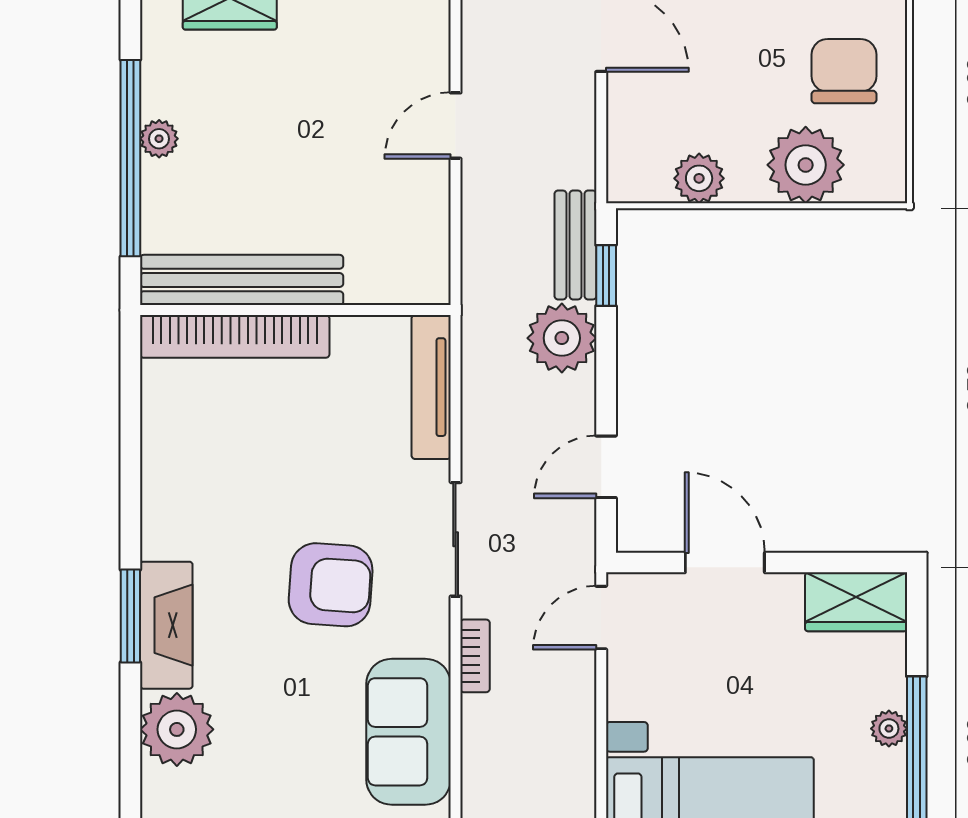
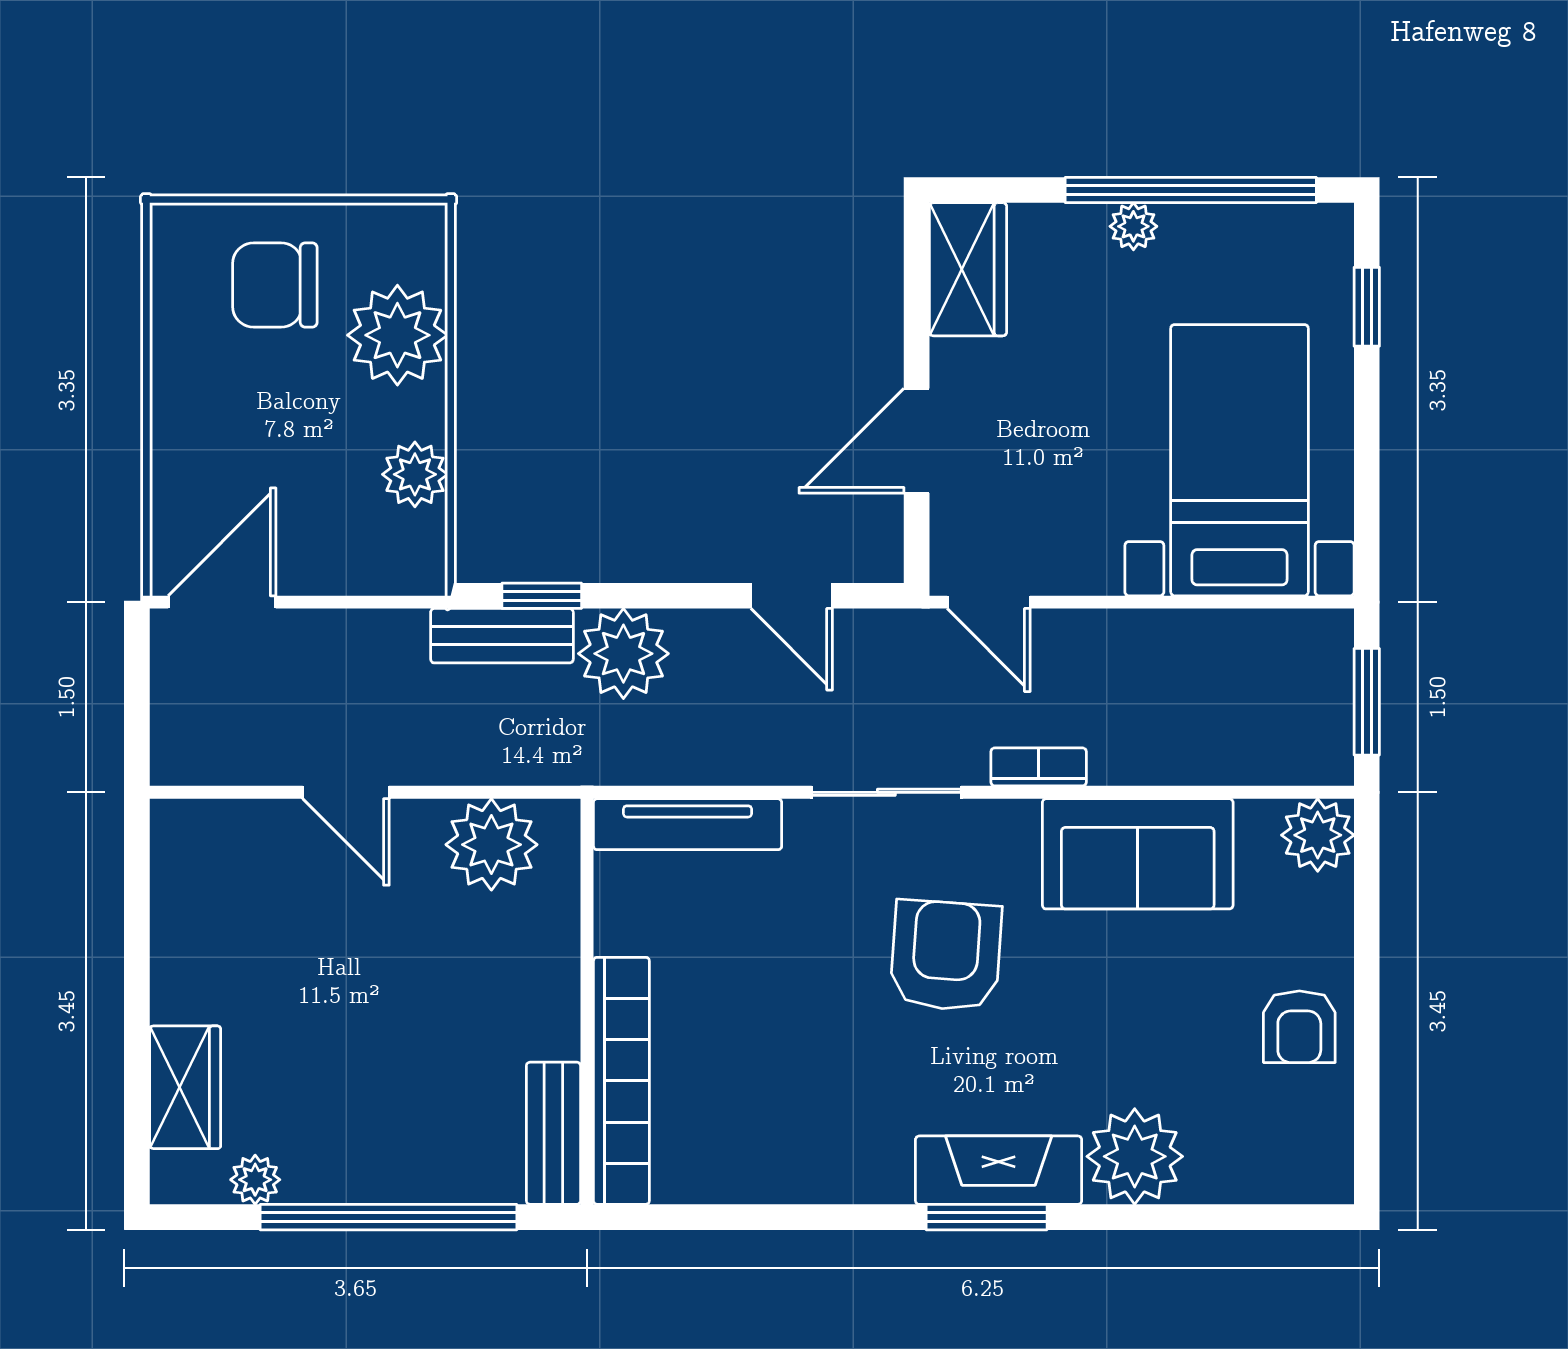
plant: (159, 139) -> (255, 1180), moved
plant: (416, 237) -> (491, 845), added
bench: (242, 280) -> (553, 1133), width x0.54, depth x0.82

